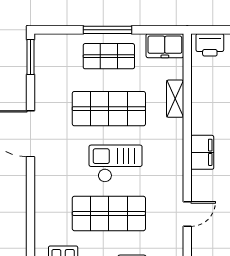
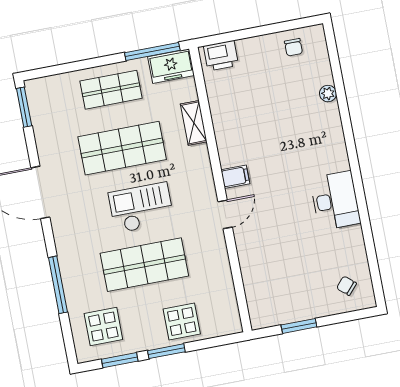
window: (107, 30) -> (152, 51), moved
filing cabinet: (202, 152) -> (235, 177), width x0.50
door: (187, 214) -> (225, 214), moved
window: (31, 217) -> (58, 285), added

